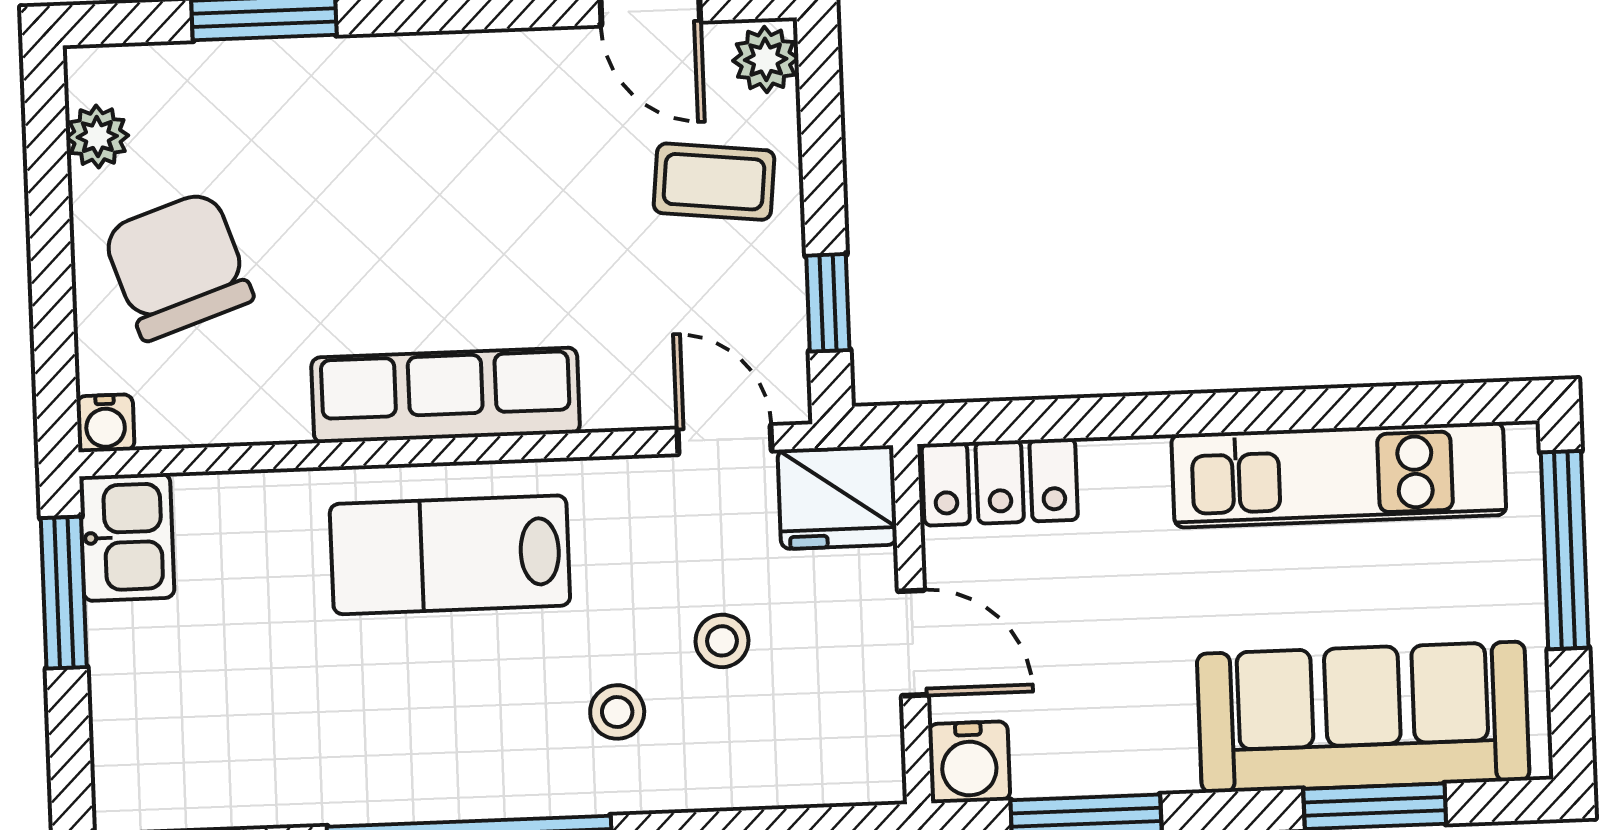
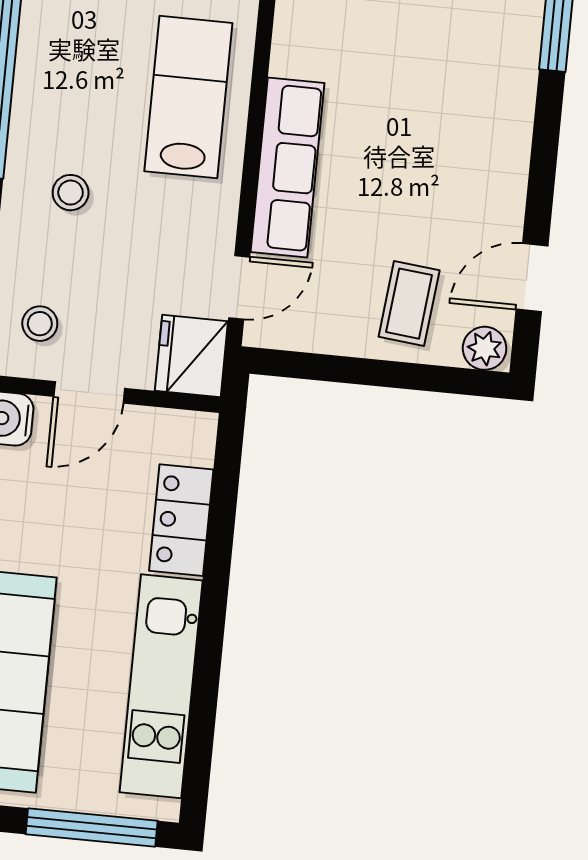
window: (828, 303) -> (320, 367), removed
row of seats: (446, 395) -> (288, 167), moved
locker: (1000, 482) -> (181, 520), moved
stool: (722, 641) -> (40, 324), moved

